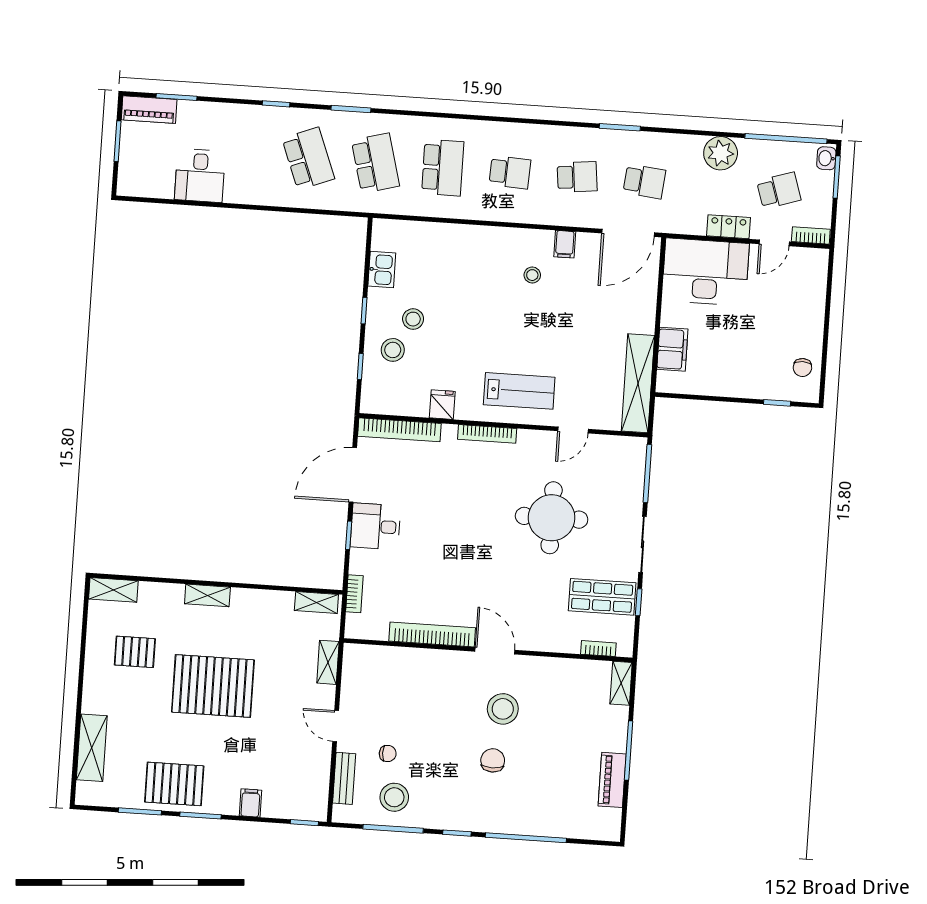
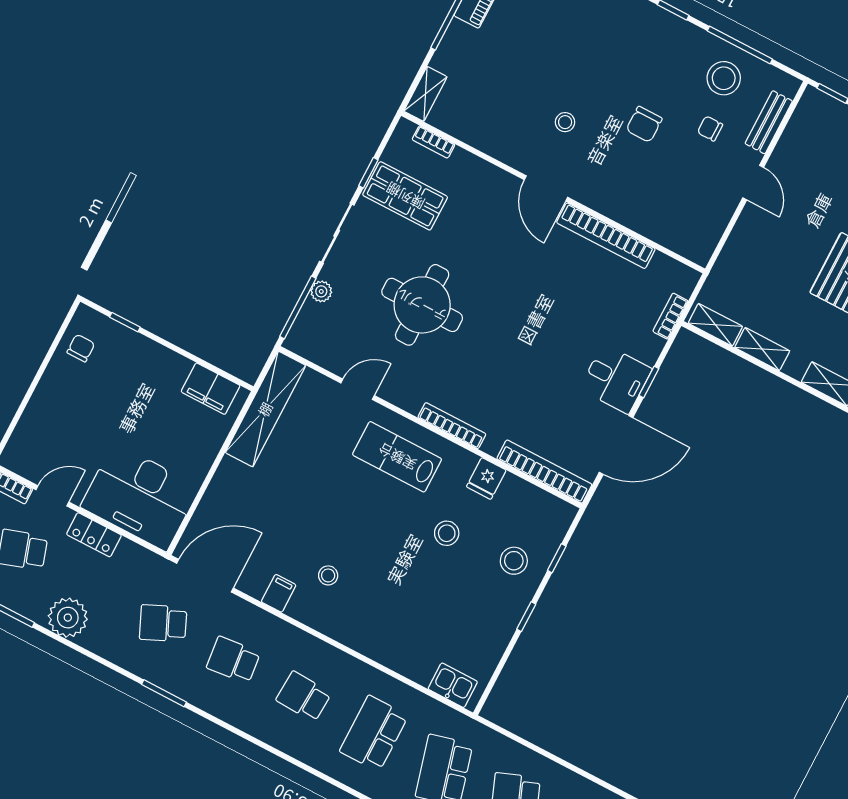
school desk: (644, 181) -> (163, 623), turned -30
kitchen sink: (382, 270) -> (453, 685), moved, turned 90
stool: (413, 319) -> (447, 533), moved
filing cabinet: (672, 349) -> (211, 389), moved, turned -90
plant: (635, 494) -> (321, 291), added
shelving: (328, 662) -> (762, 349), moved, turned 90
stool: (503, 709) -> (565, 122), width x0.53, depth x0.53
chair: (493, 760) -> (644, 124), moved

